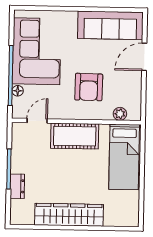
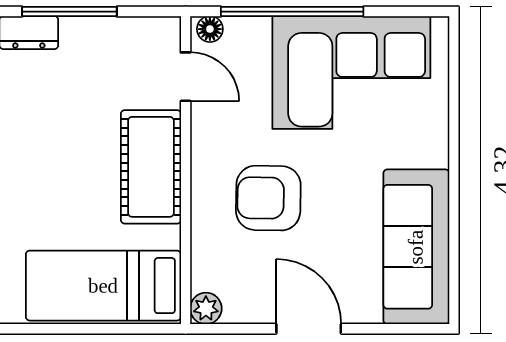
door: (144, 57) -> (309, 329), moved
floor lamp: (18, 91) -> (210, 29), moved
plant: (120, 114) -> (206, 308), moved

